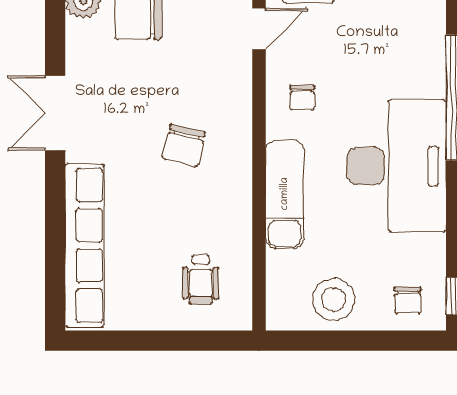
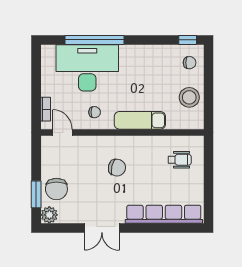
desk: (396, 166) -> (87, 68), moved

